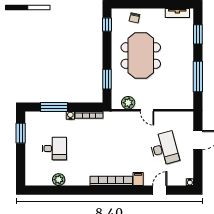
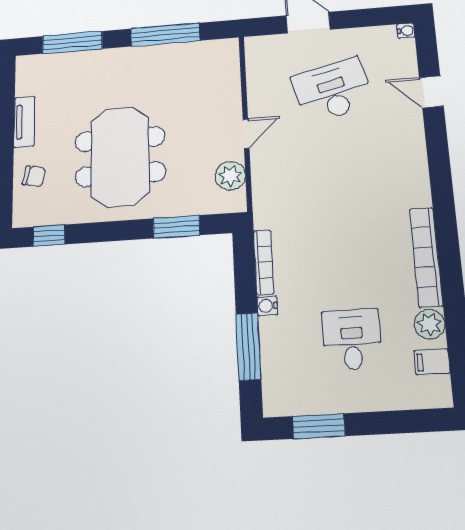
tv unit: (177, 13) -> (24, 122), moved
window: (198, 34) -> (72, 42), width x1.44
meeting table: (141, 56) -> (120, 157), turned 90
filing cabinet: (138, 179) -> (432, 362), moved
bookcase: (111, 181) -> (426, 257), moved

